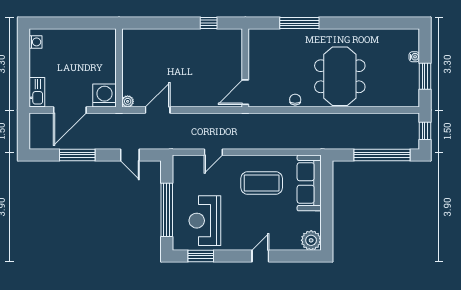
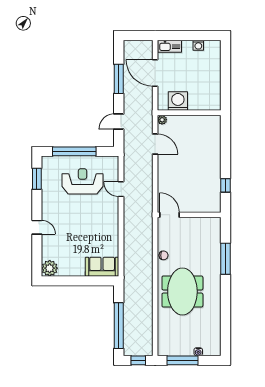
washing machine: (36, 42) -> (198, 45), moved
meeting table: (340, 76) -> (182, 292), turned 90
window: (425, 76) -> (182, 360), width x1.44
washing machine: (105, 95) -> (178, 101), moved, turned -90
coffee table: (262, 183) -> (96, 228), removed
sofa: (309, 183) -> (102, 267), width x0.73
reception desk: (205, 221) -> (83, 181), moved

